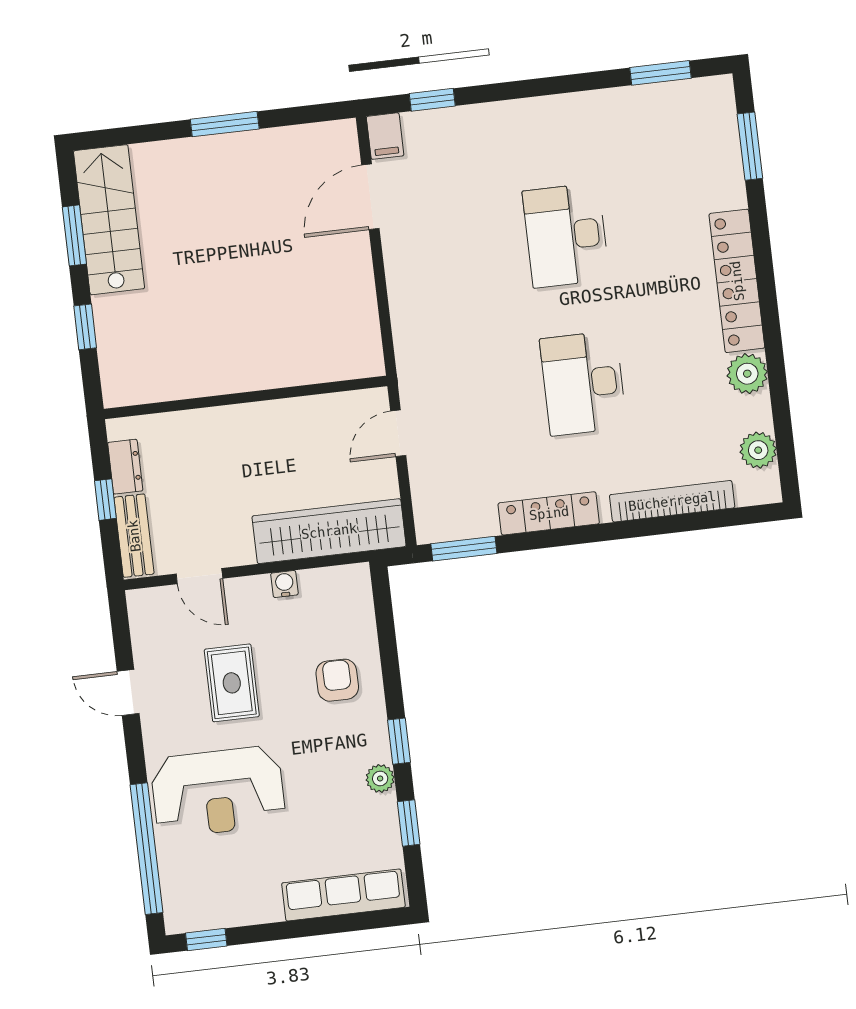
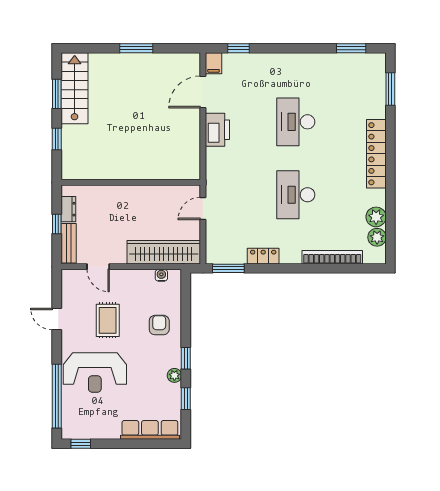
printer: (409, 270) -> (217, 130), added
plant: (747, 374) -> (376, 217), moved
locker: (549, 513) -> (263, 256), width x0.66
water cooler: (284, 584) -> (161, 275), moved

